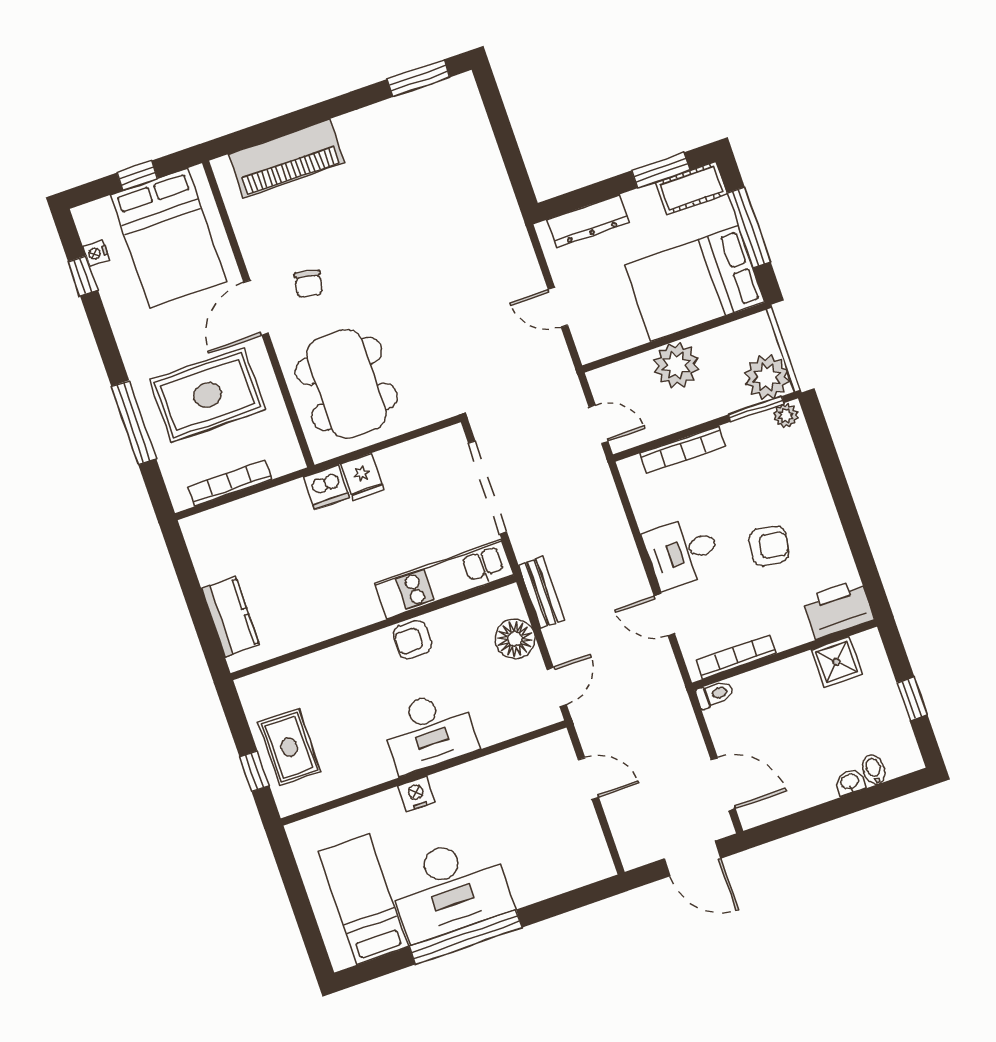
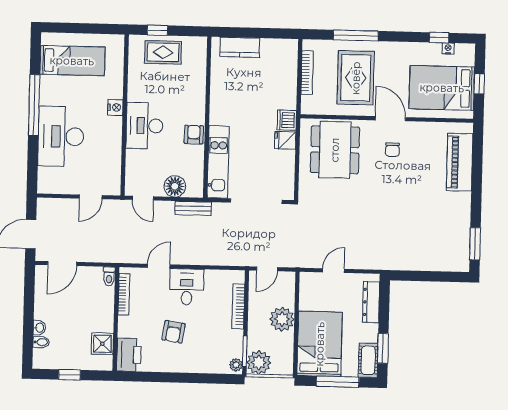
chair: (309, 284) -> (392, 150), turned -101
dining table: (347, 384) -> (335, 150), turned 90
desk: (450, 888) -> (61, 136), moved

